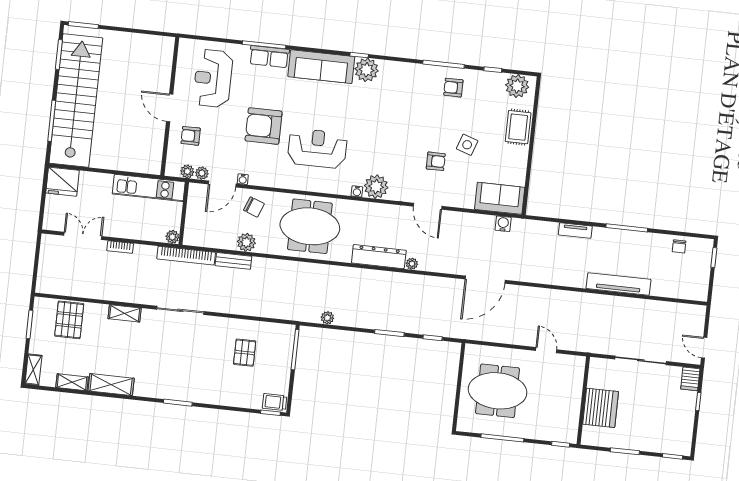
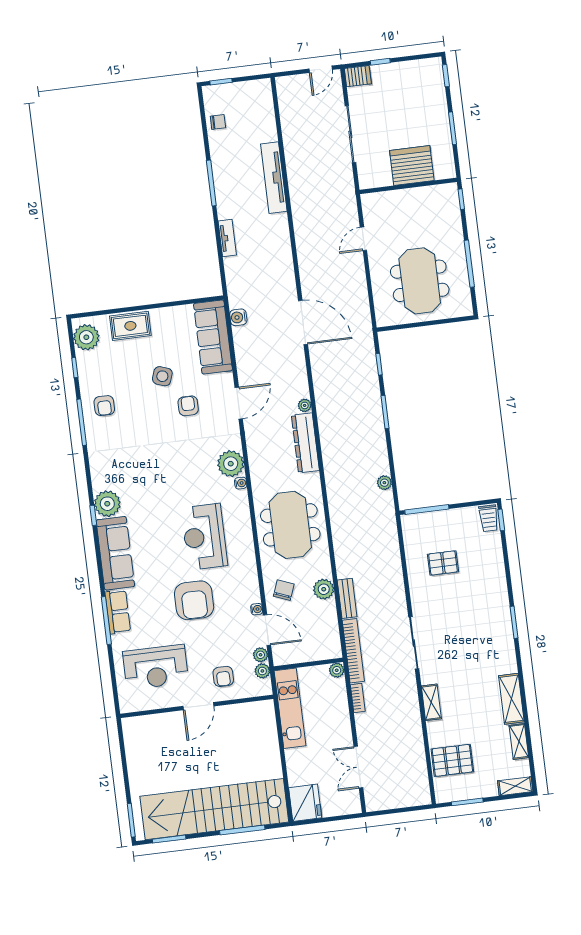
sofa: (500, 198) -> (213, 337), width x1.36
bookcase: (120, 247) -> (358, 698), moved

